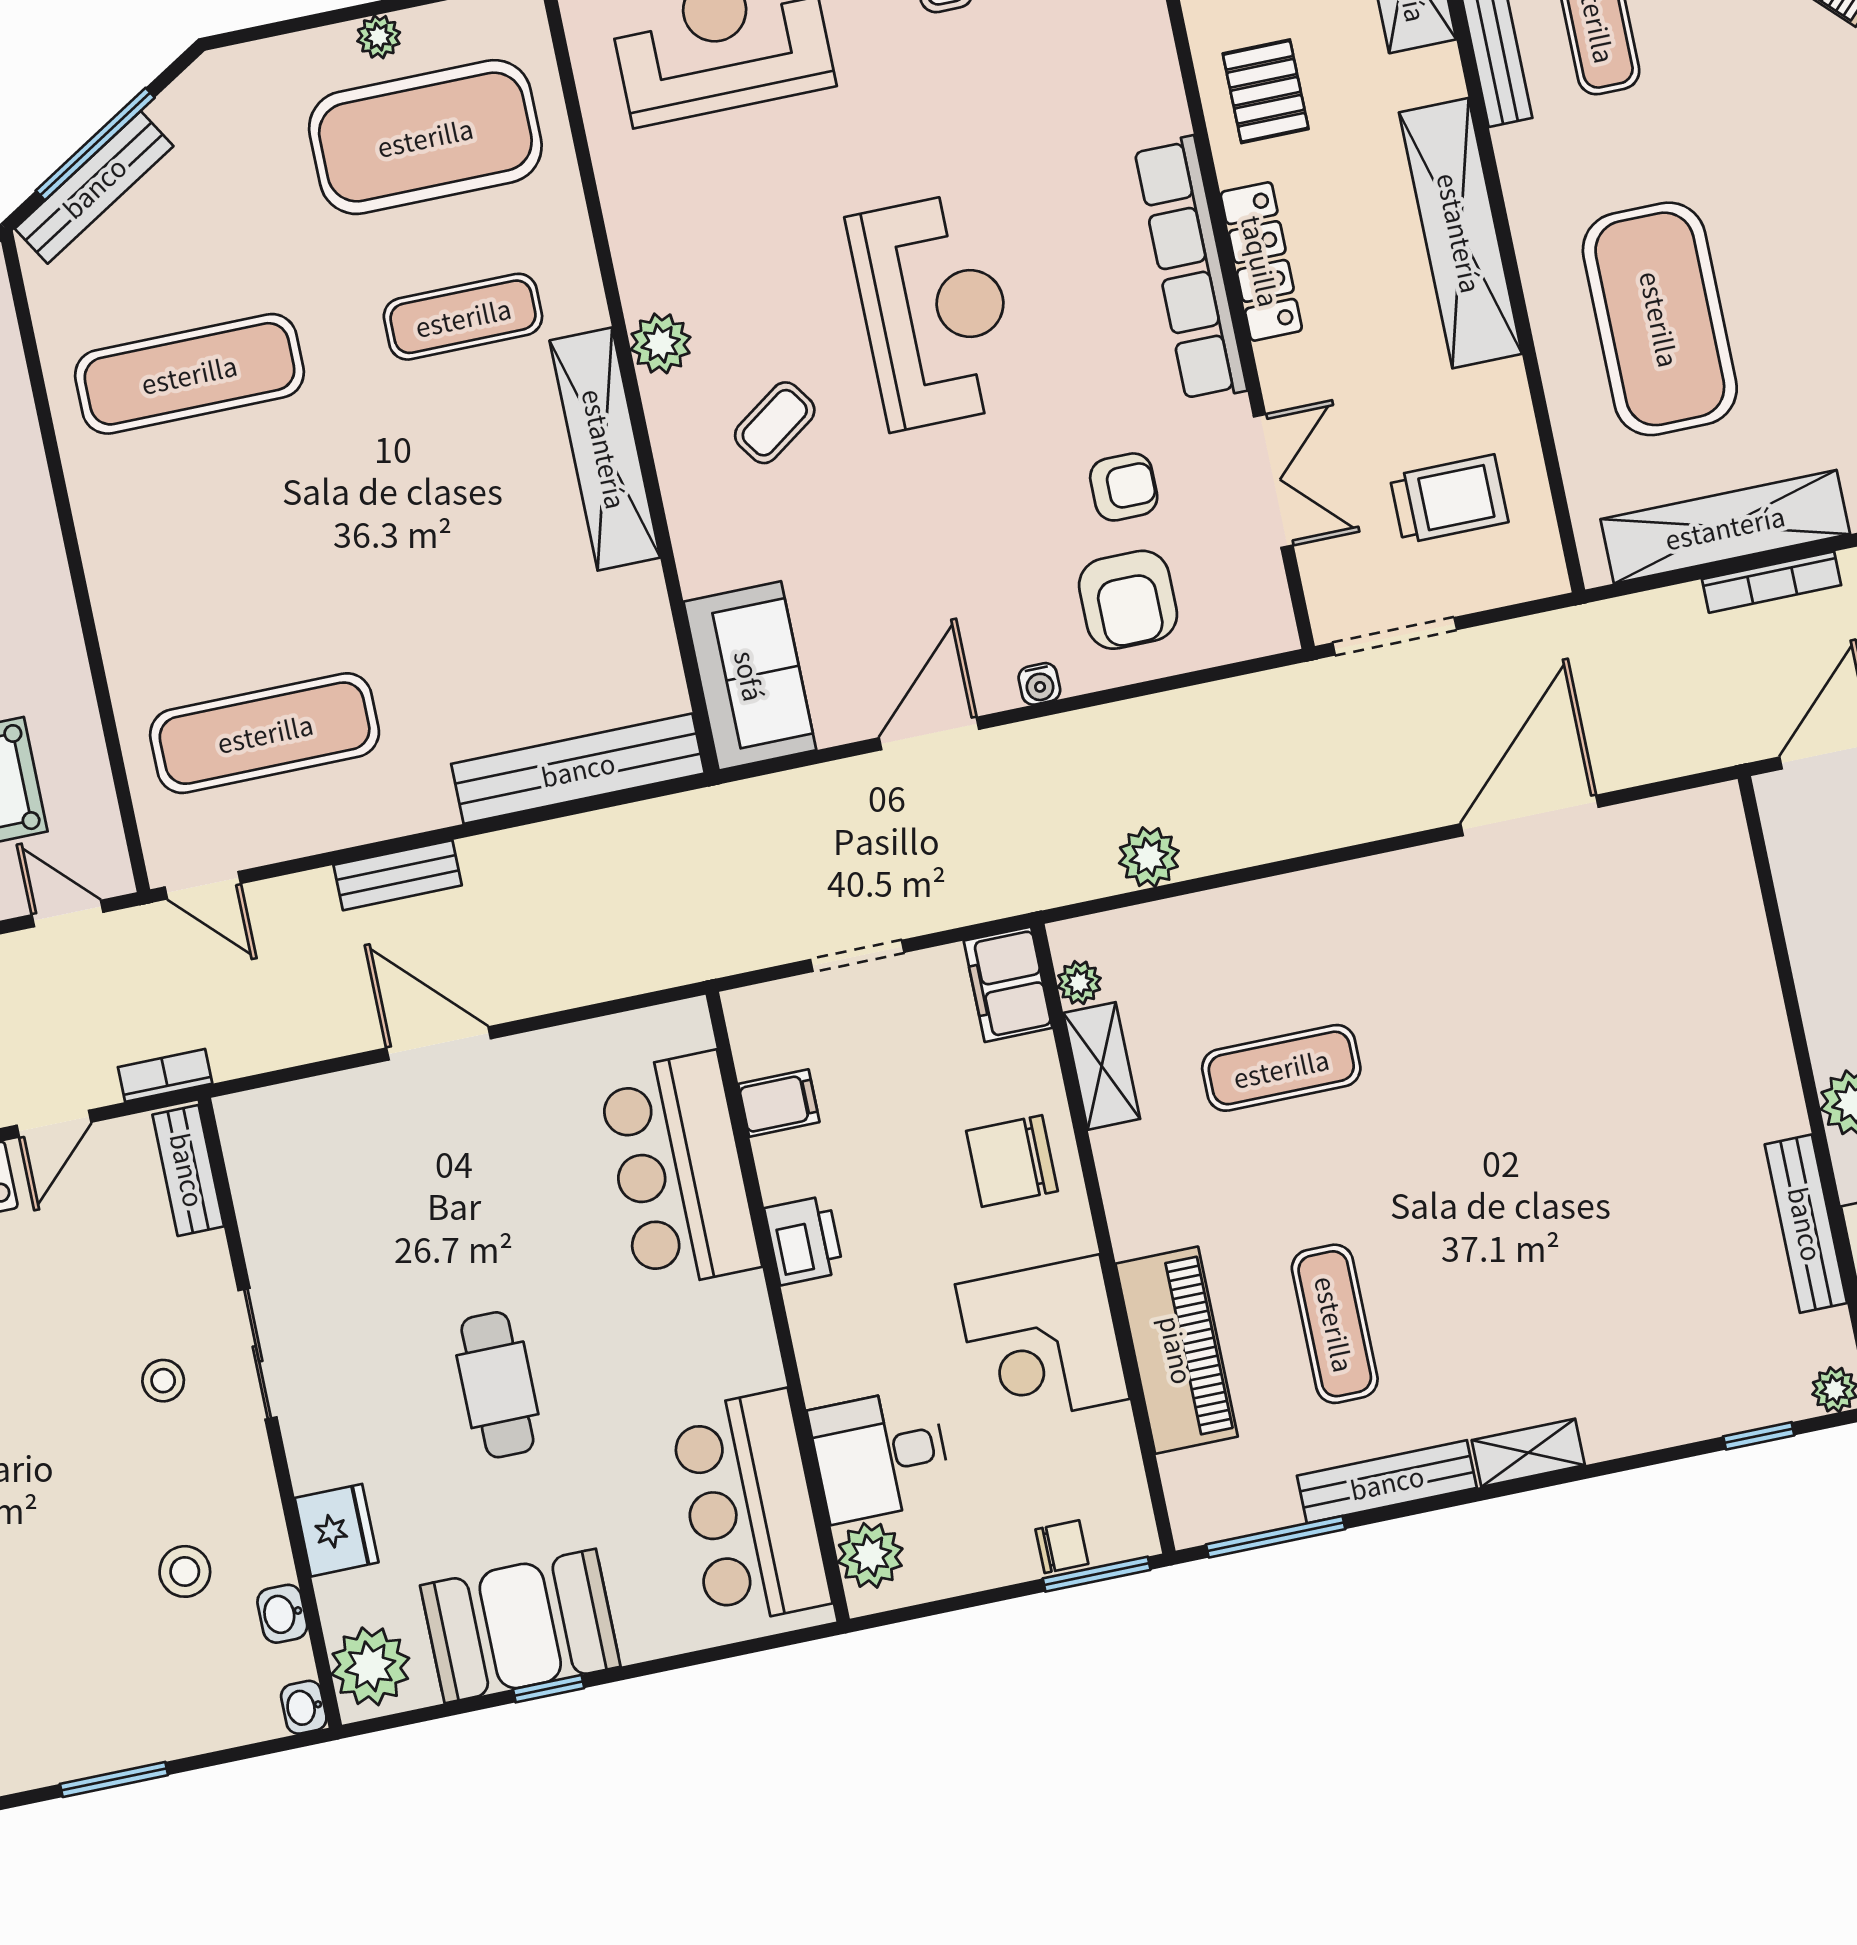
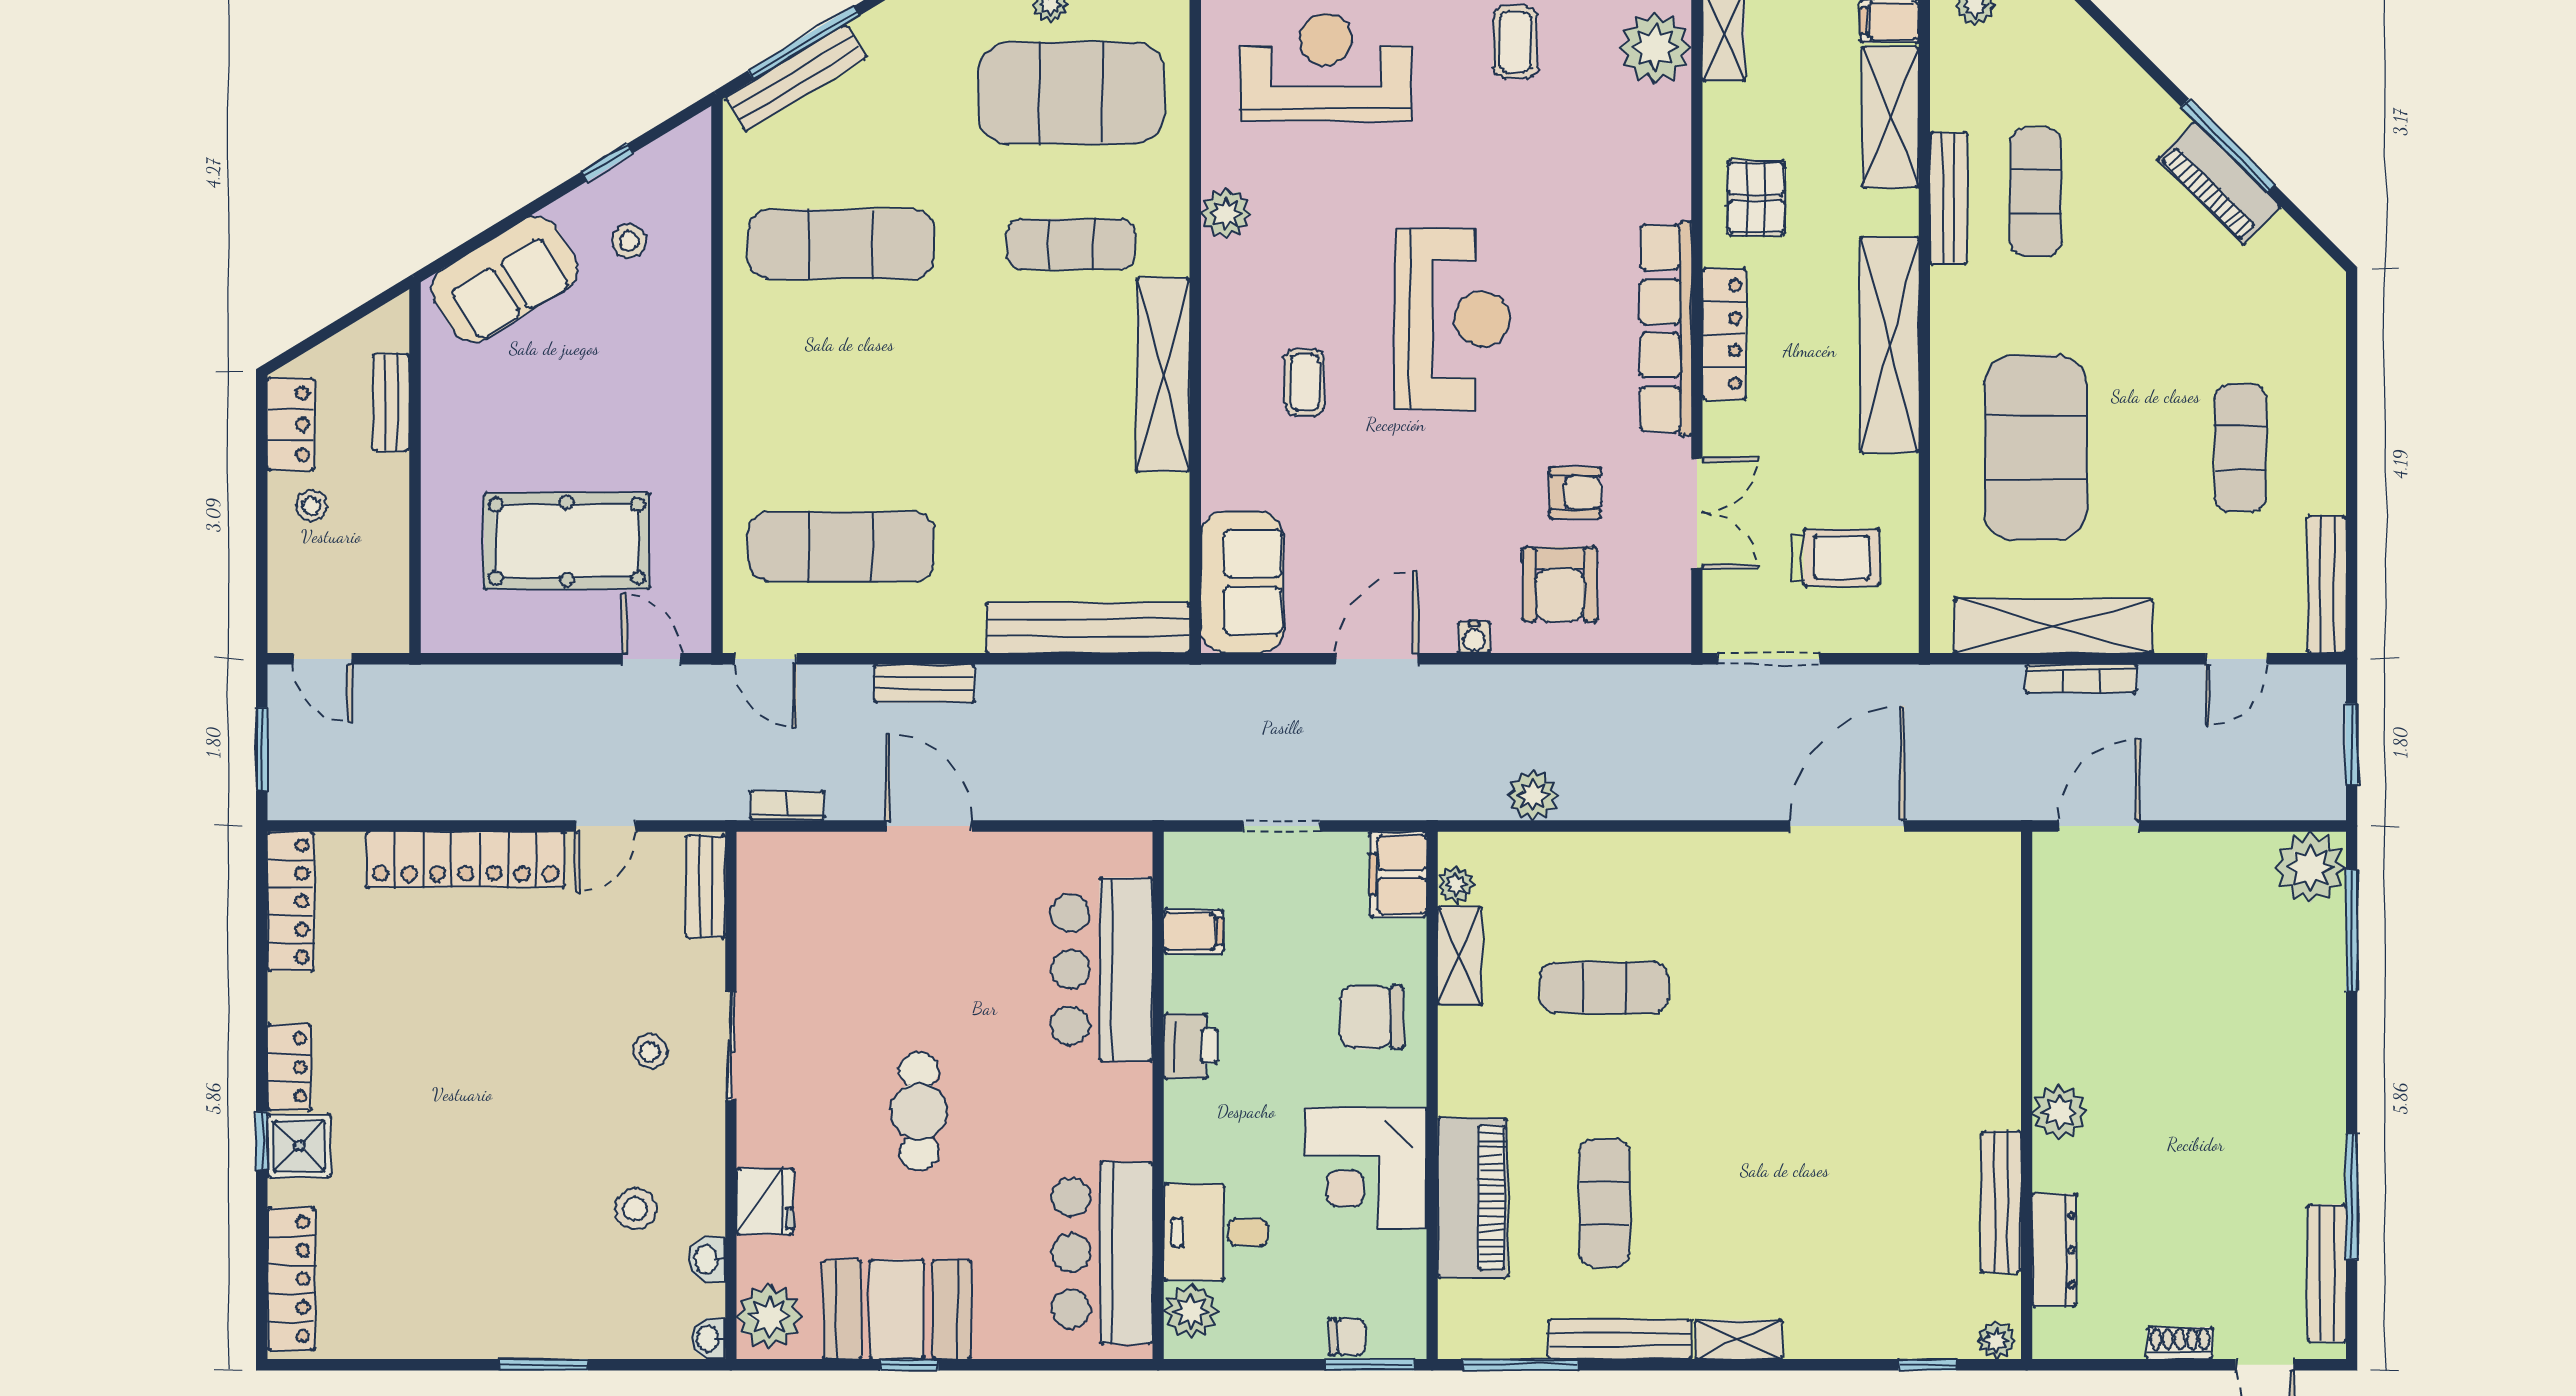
plant: (661, 343) -> (1226, 213), moved
coffee table: (775, 423) -> (1305, 382), turned -55
bookcase: (165, 1075) -> (787, 806), moved

